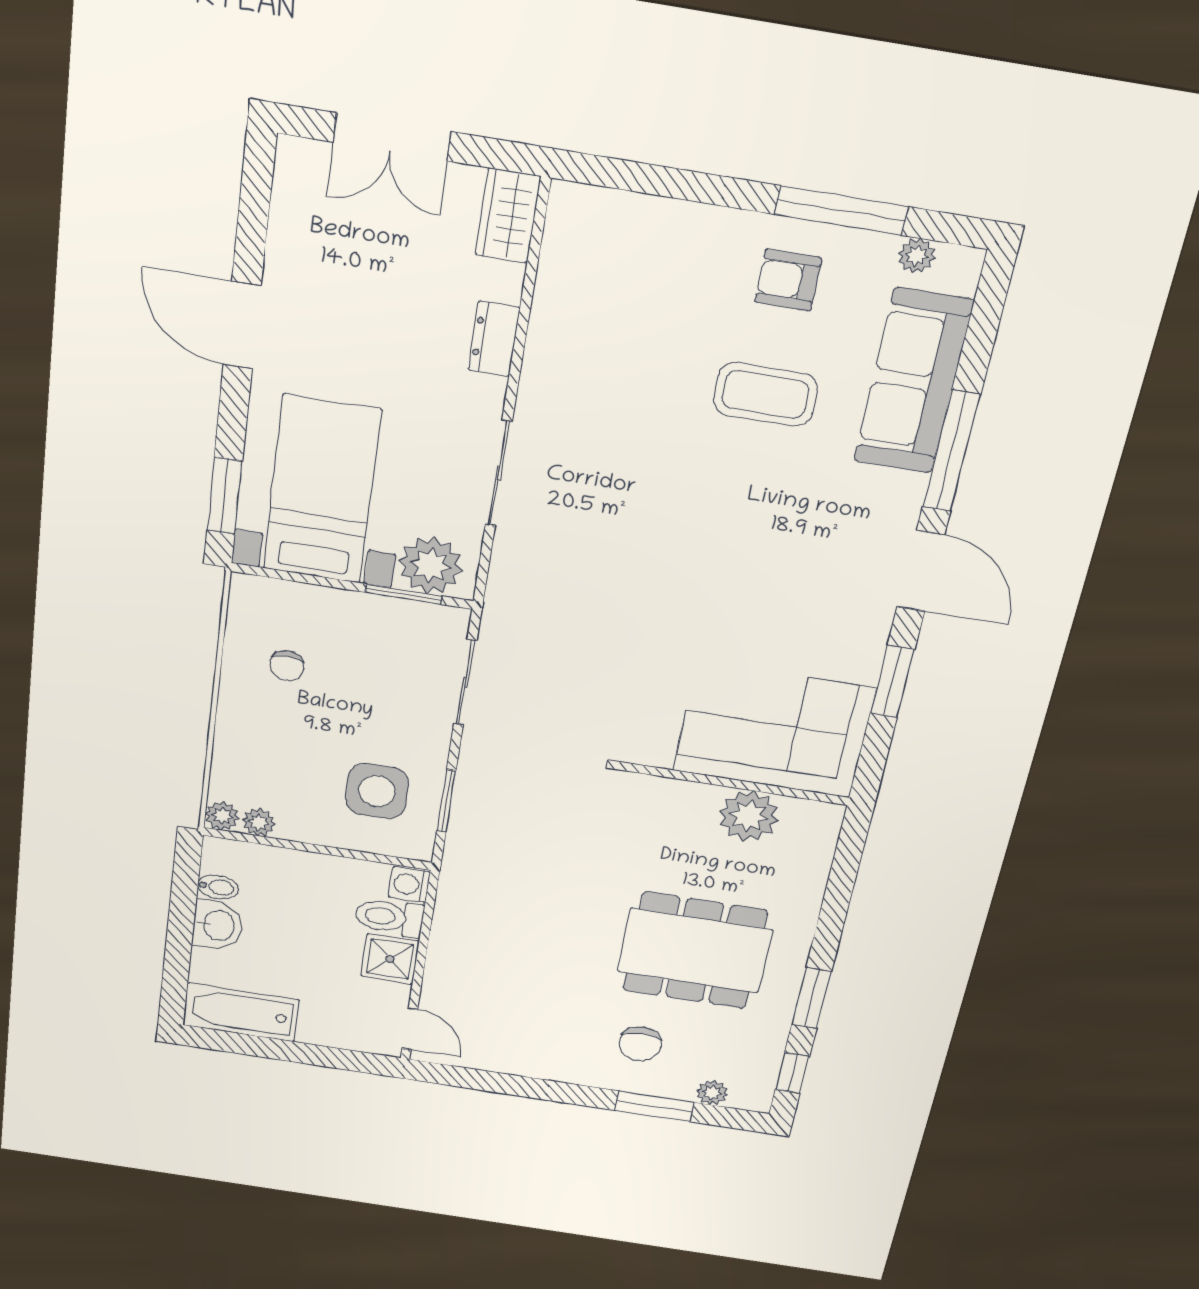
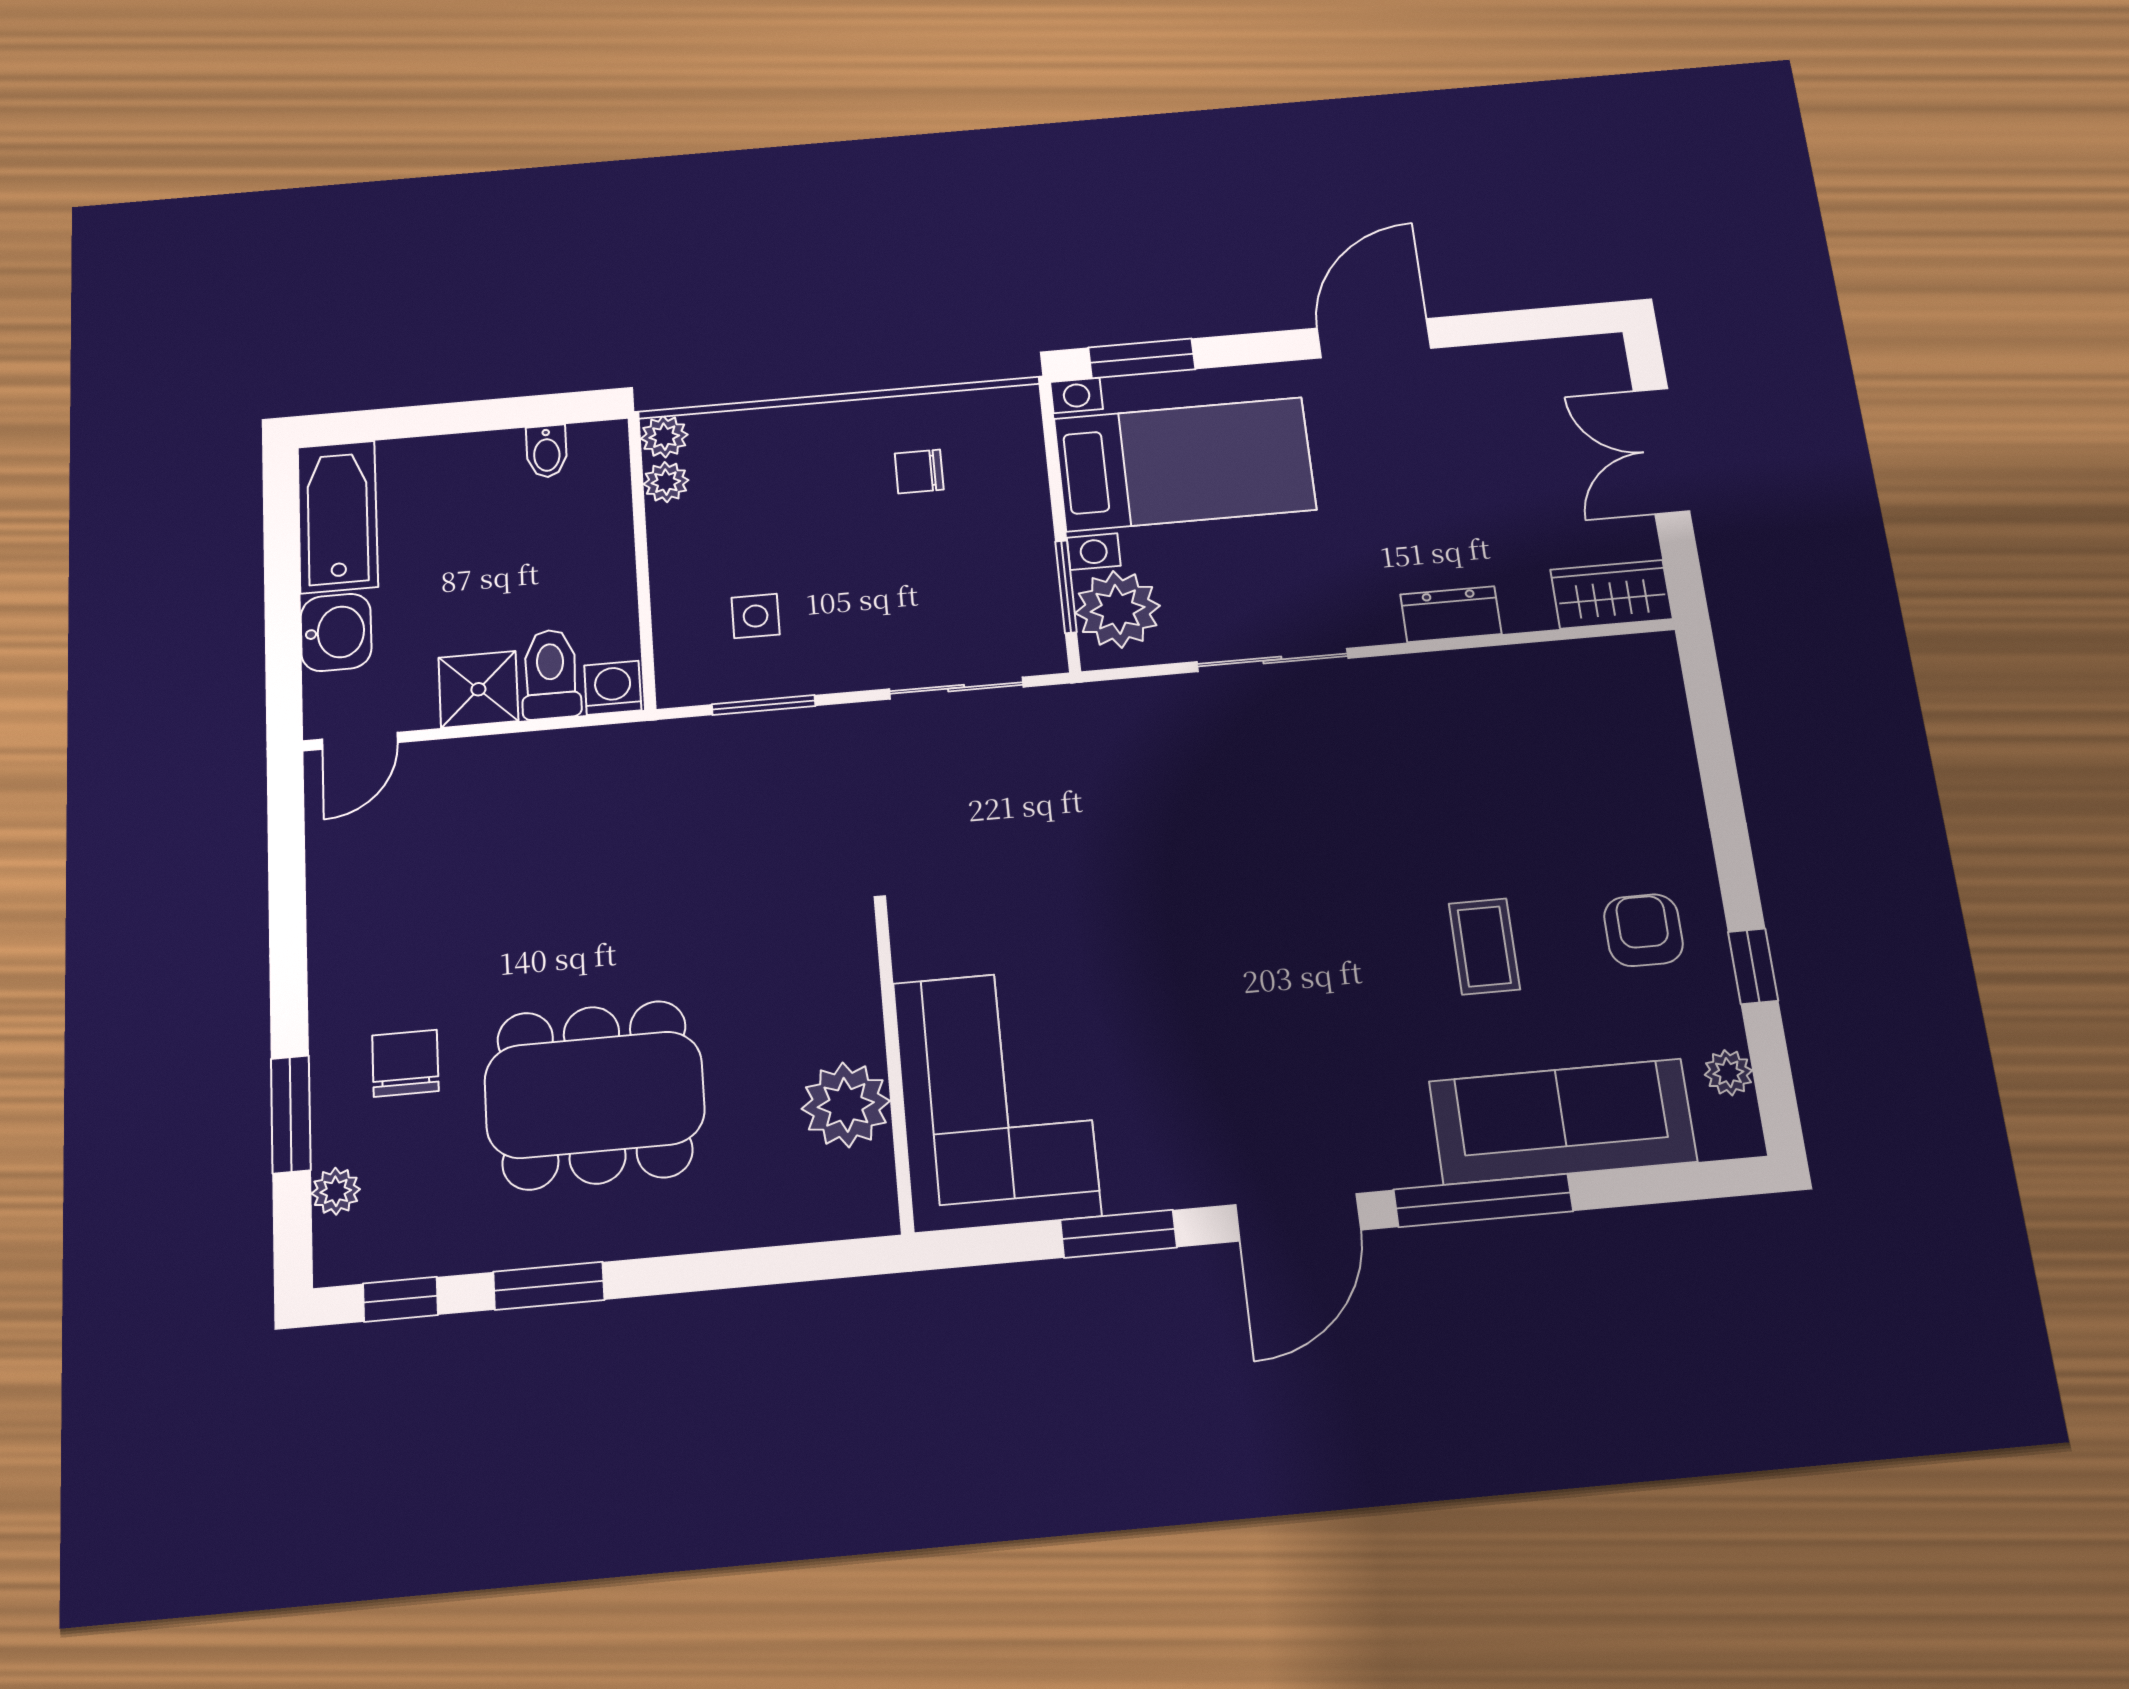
window: (841, 211) -> (1753, 966), width x0.46
coffee table: (765, 394) -> (1484, 946), width x0.73, depth x0.77
side table: (377, 791) -> (756, 616), width x0.54, depth x0.54
washbasin: (218, 925) -> (336, 632), moved, turned -90
dining table: (695, 951) -> (594, 1095), turned 90
chair: (640, 1044) -> (405, 1063), turned 90

